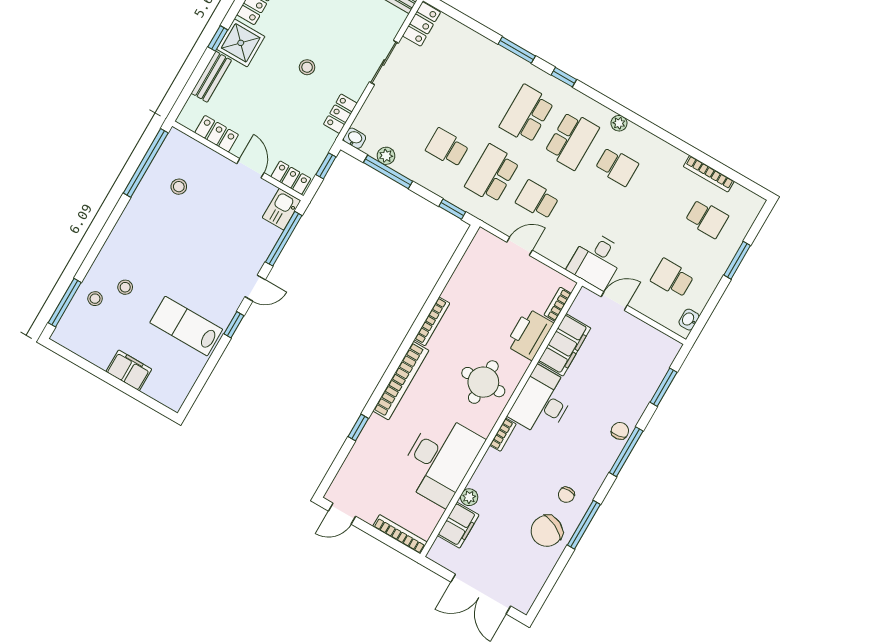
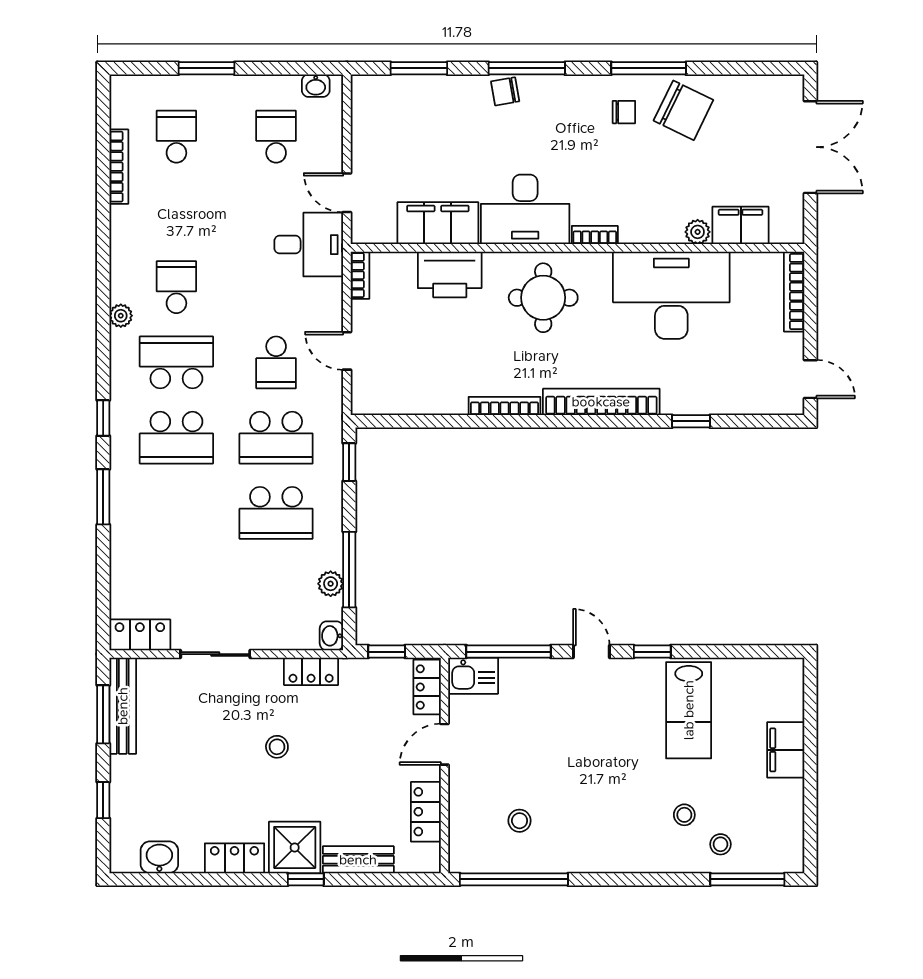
school desk: (447, 148) -> (276, 513), width x1.85
school desk: (672, 278) -> (276, 137), turned 180
bookcase: (558, 304) -> (360, 275), moved, turned -90

